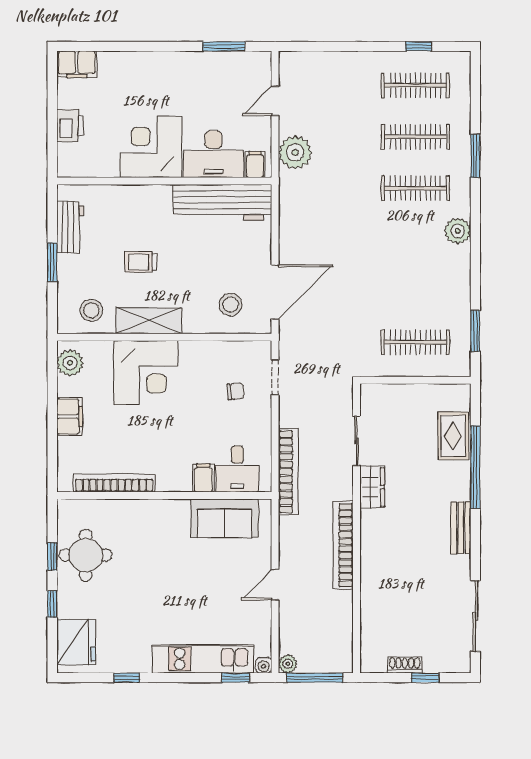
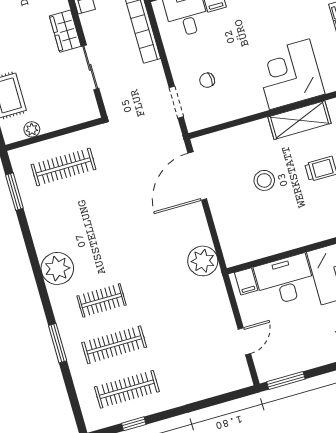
window: (224, 46) -> (286, 380), moved
plant: (295, 152) -> (203, 261), moved
clothes rail: (415, 188) -> (102, 300), width x0.73
workbench: (222, 202) -> (265, 240), removed
plant: (458, 231) -> (57, 268), width x1.36, depth x1.36
stool: (231, 305) -> (264, 180), moved
plant: (438, 392) -> (32, 129), added

